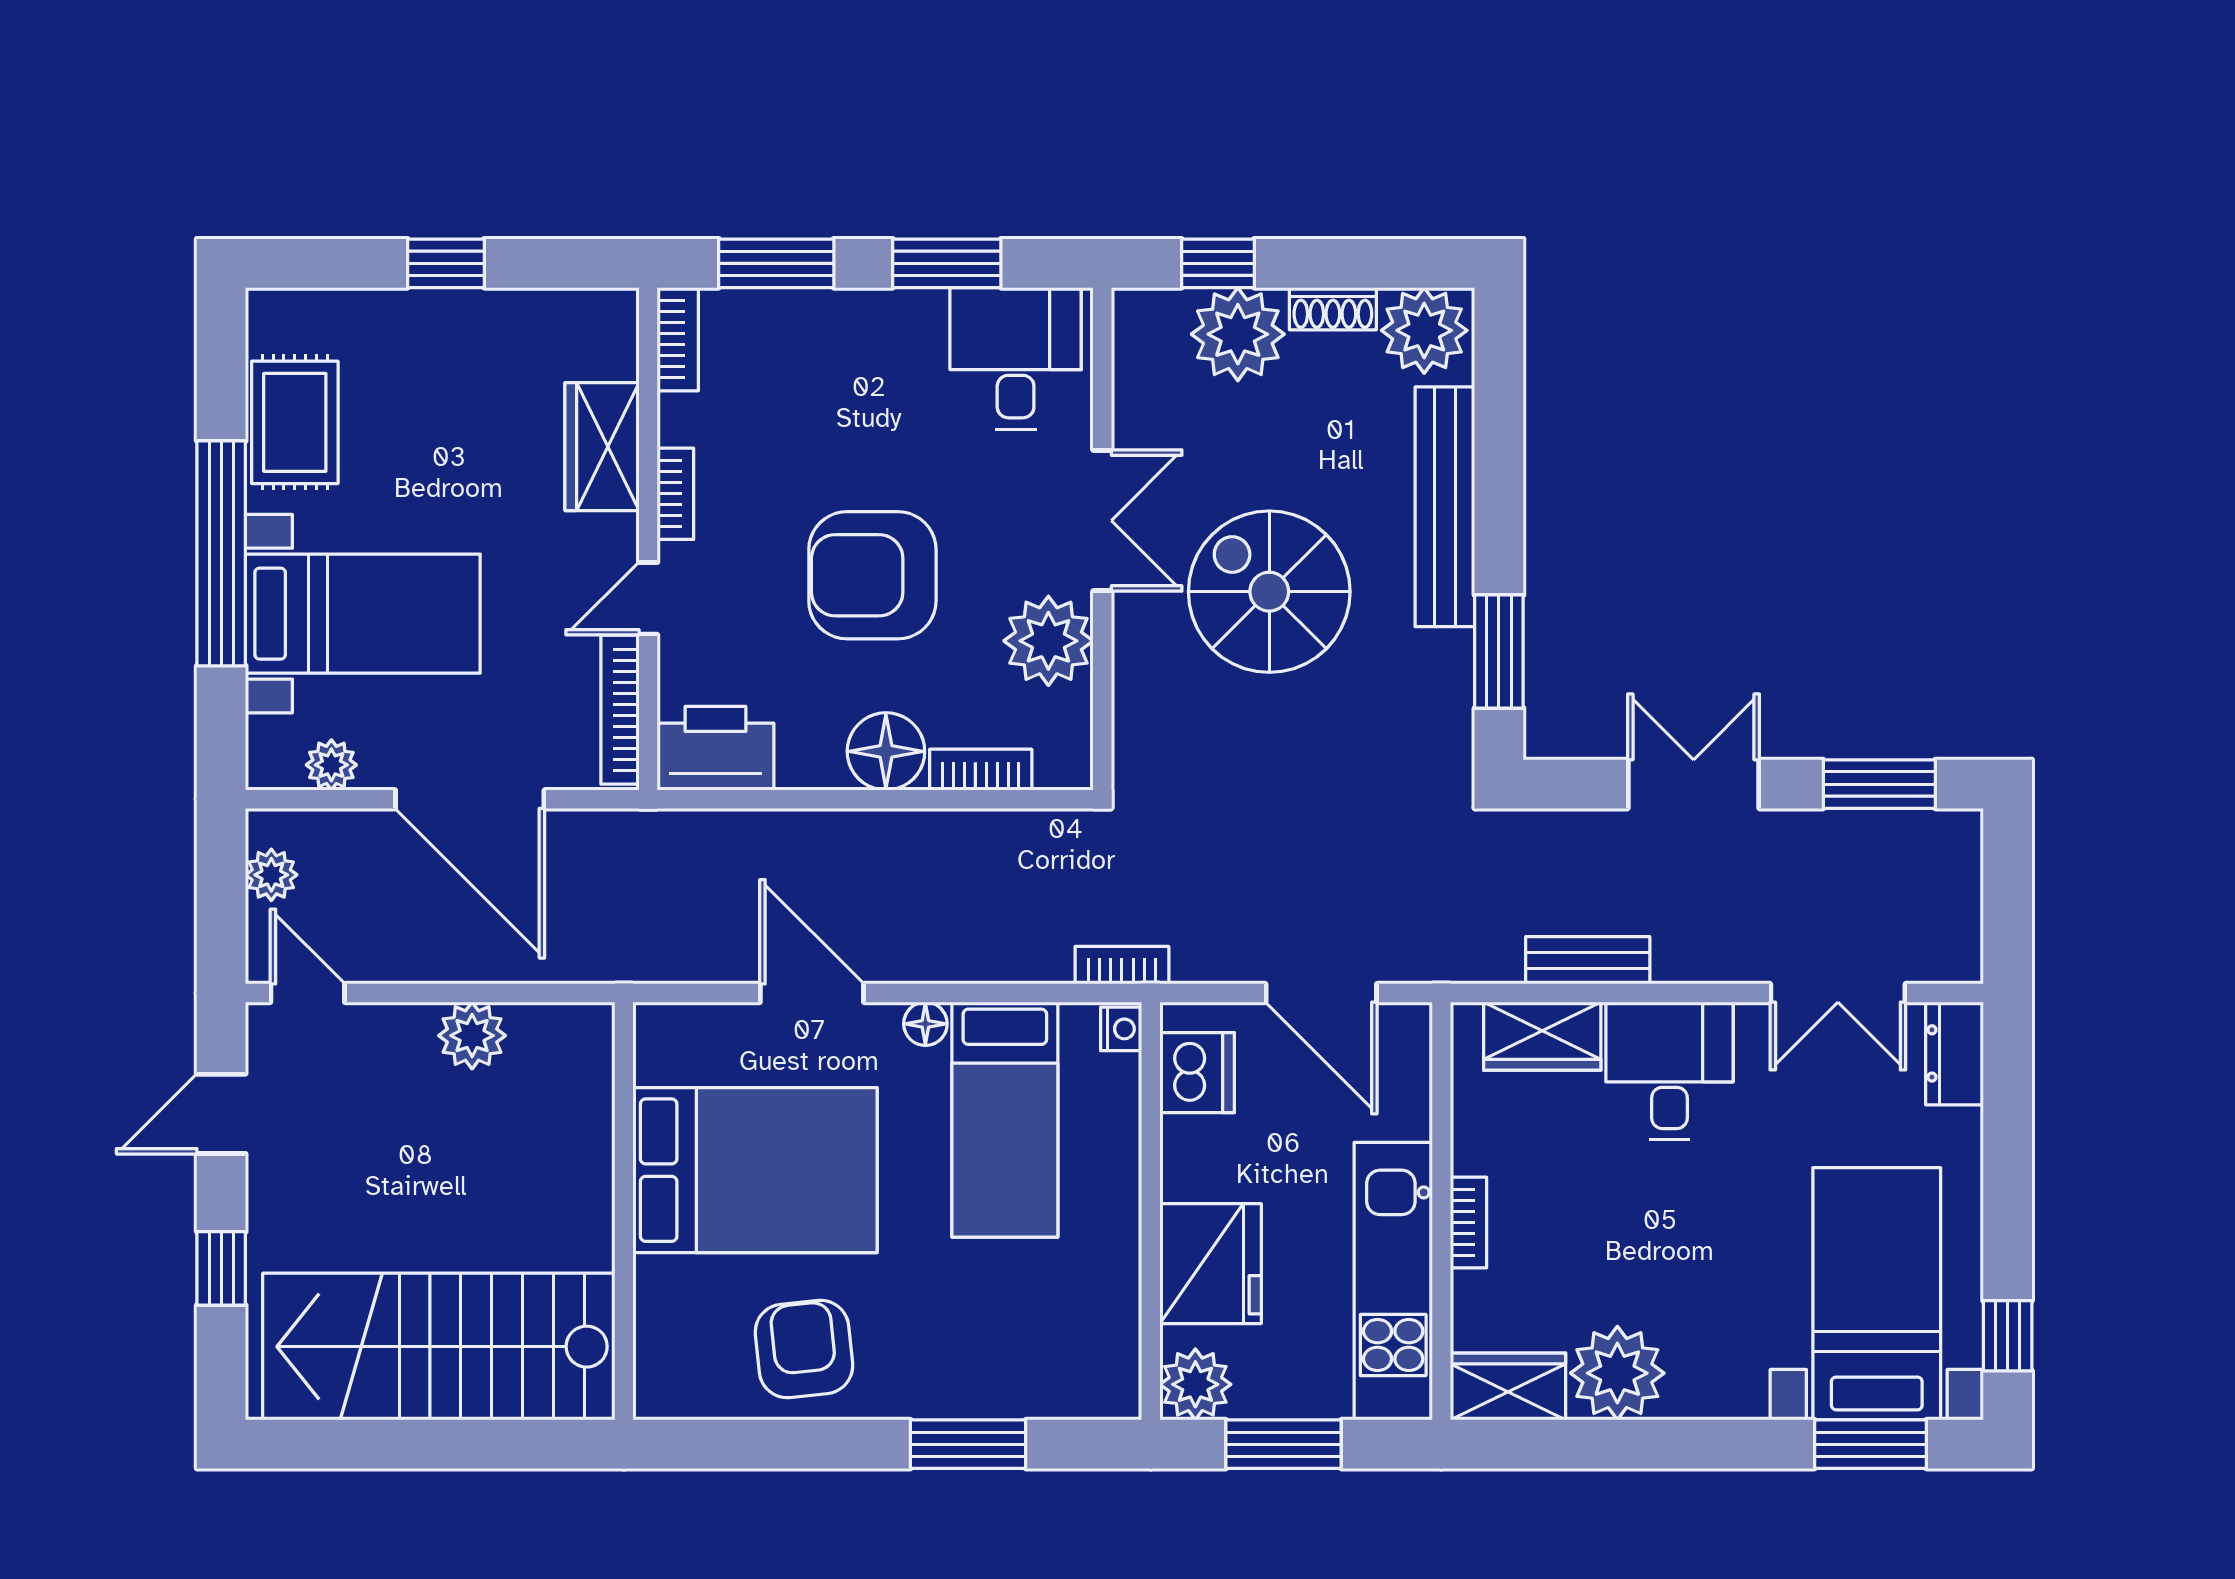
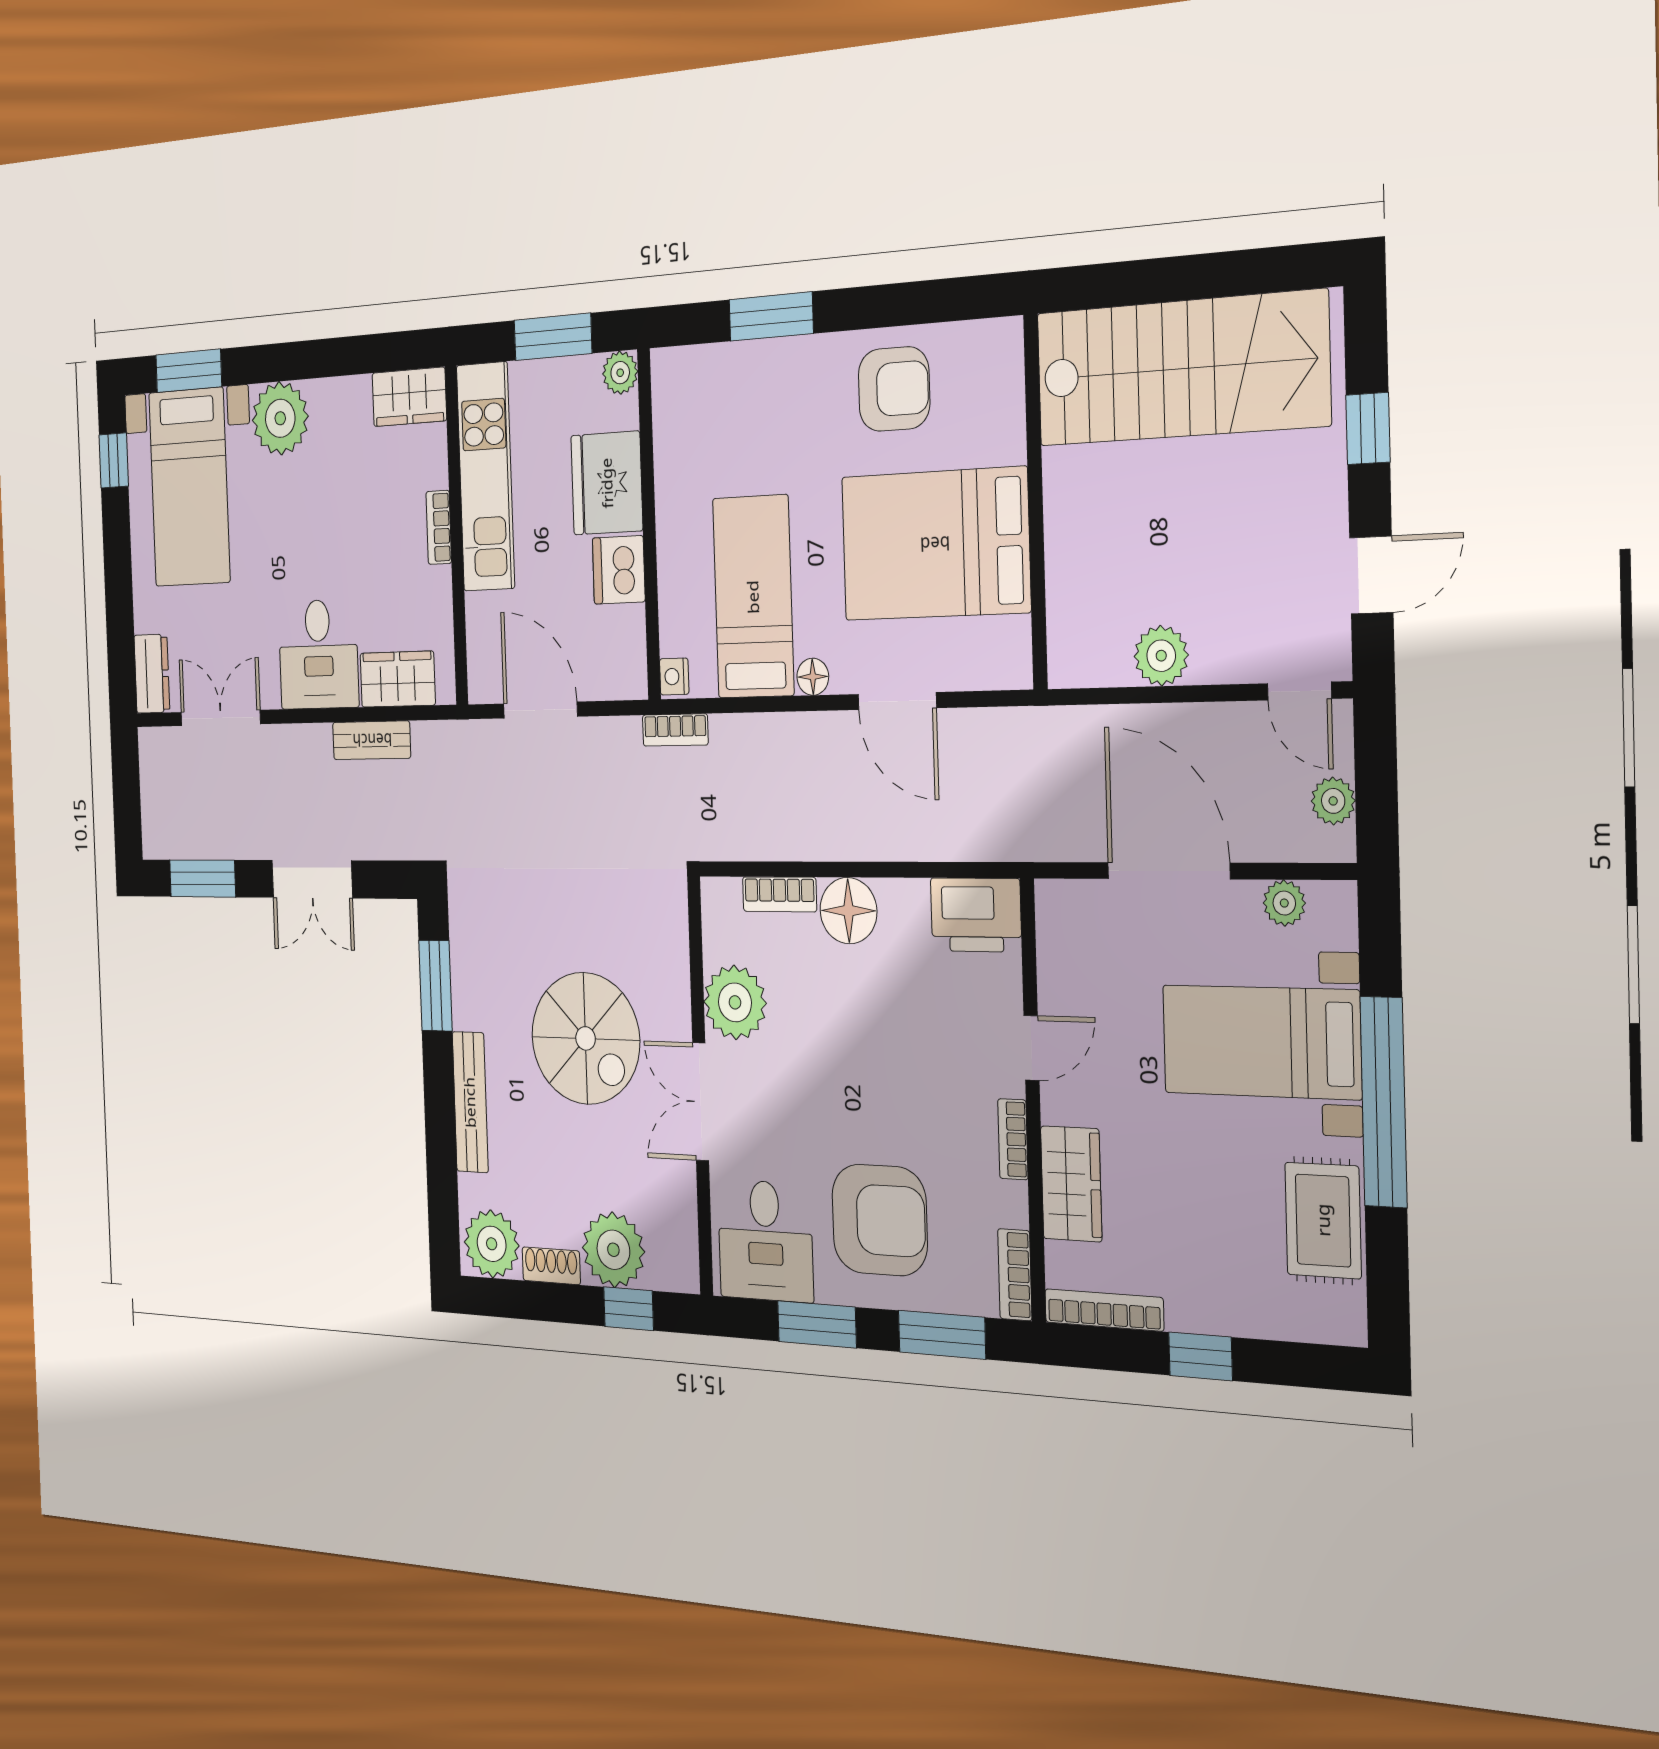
bench: (1445, 507) -> (470, 1102), width x0.73, depth x0.82
armchair: (872, 575) -> (880, 1220), moved
bookcase: (620, 710) -> (1104, 1310), moved, turned -90
dishwasher: (1197, 1073) -> (619, 570), moved
armchair: (804, 1349) -> (894, 389), turned -84
plant: (1617, 1373) -> (280, 418), moved
plant: (1195, 1384) -> (620, 373), width x0.73, depth x0.73

